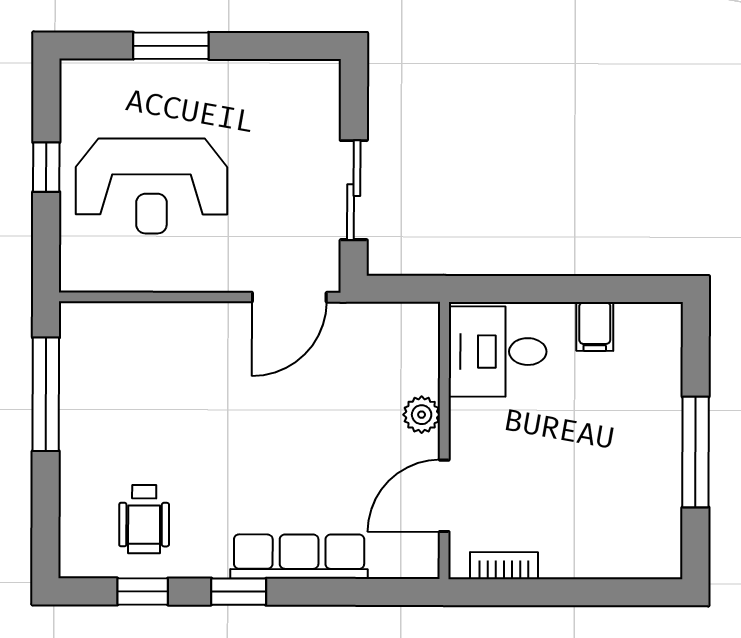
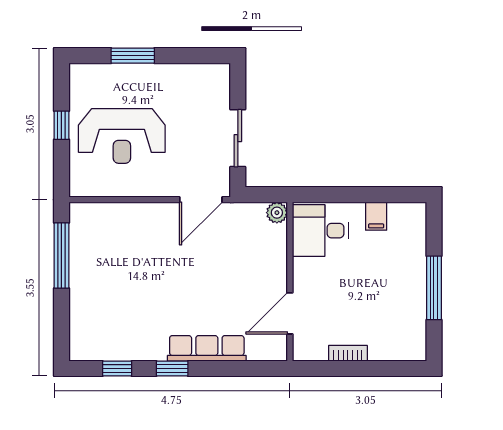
plant: (422, 415) -> (277, 213), moved
wheelchair: (144, 519) -> (118, 327), removed
bookcase: (504, 566) -> (348, 353), moved

